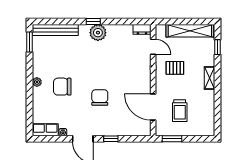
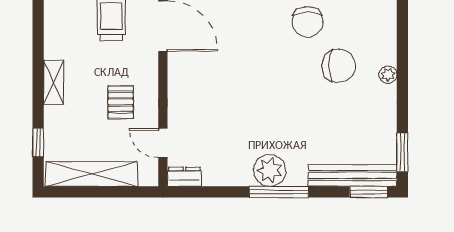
window: (47, 21) -> (369, 192), added
window: (93, 21) -> (279, 192), width x2.17
pallet: (175, 68) -> (121, 102), turned 90
chair: (100, 98) -> (308, 22), moved

